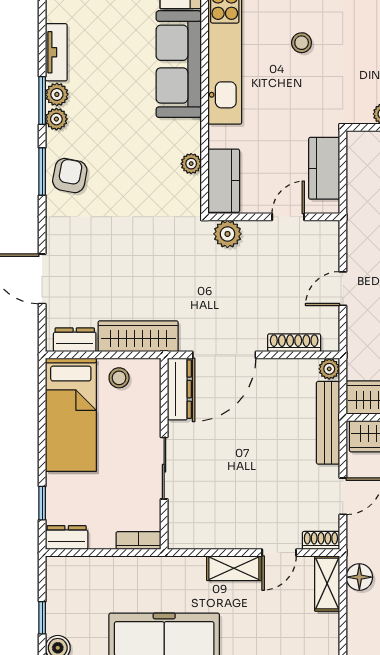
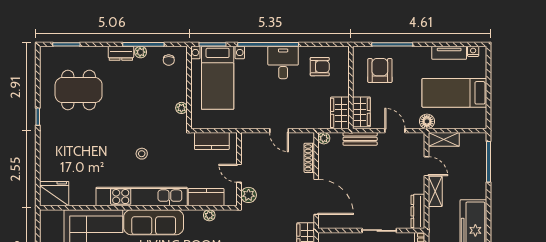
kitchen counter: (224, 181) -> (206, 197), moved
door: (288, 217) -> (239, 173), moved
dresser: (179, 389) -> (418, 211), moved, turned -90
bench: (328, 423) -> (360, 139), width x0.73
shoe rack: (321, 540) -> (420, 143), removed
floor lamp: (359, 577) -> (427, 121), moved

